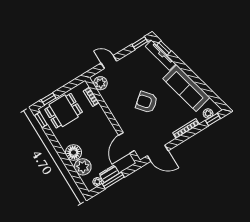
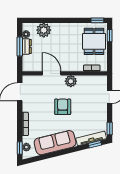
plant: (100, 83) -> (71, 81), moved
armchair: (147, 102) -> (63, 107), turned -50
door: (127, 143) -> (52, 73), moved
floor lamp: (73, 152) -> (59, 30), removed

